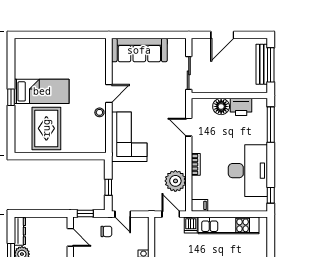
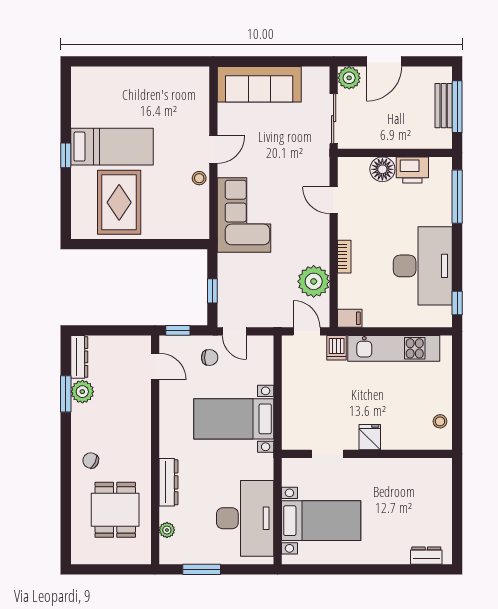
plant: (199, 46) -> (349, 78), added
bench: (262, 64) -> (444, 106), width x0.73

